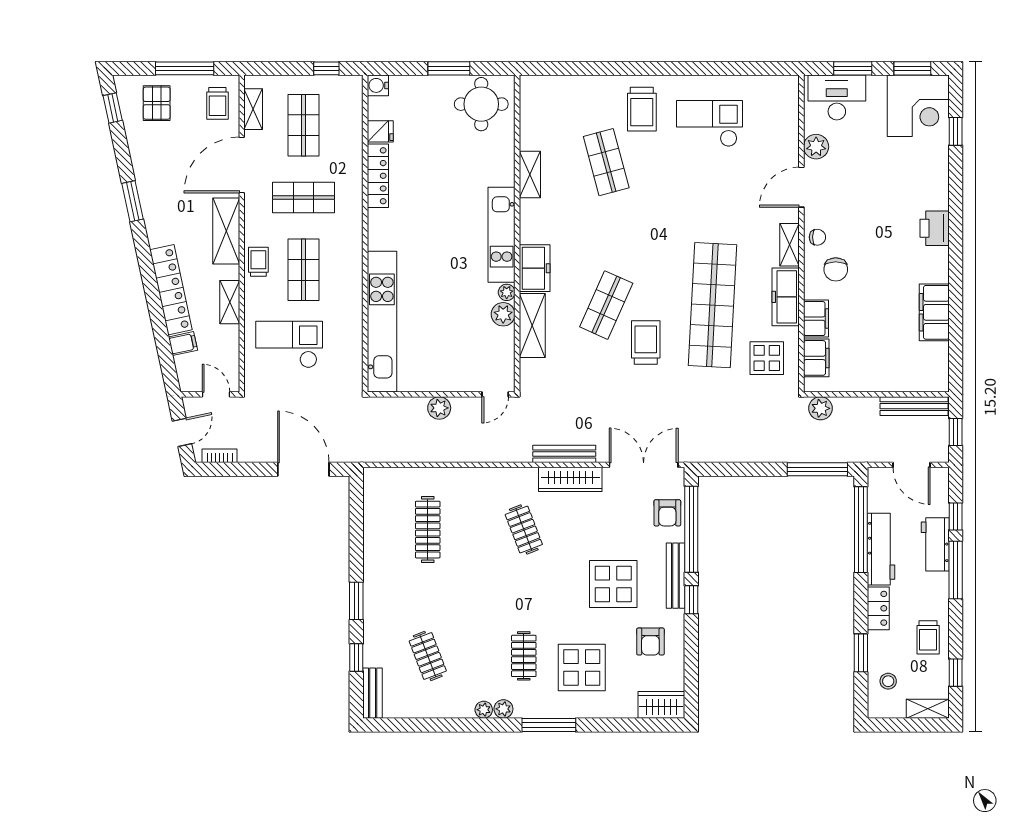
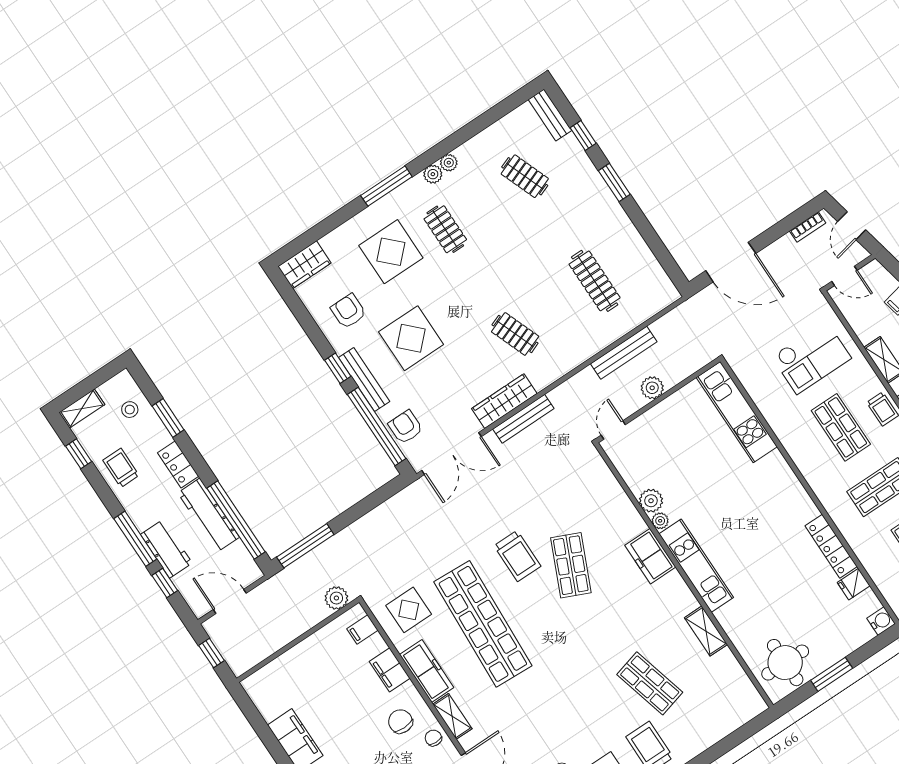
chair: (817, 237) -> (433, 738), turned 91
kitchen unit: (382, 322) -> (737, 412), width x0.73
shelving: (532, 326) -> (621, 507), removed
filing cabinet: (816, 358) -> (362, 630), width x0.50
bench: (914, 406) -> (624, 353), moved

